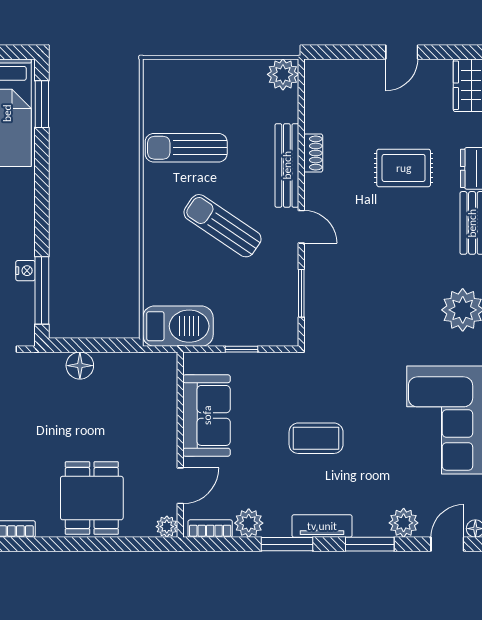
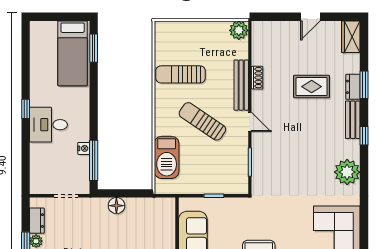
barbecue: (178, 326) -> (167, 157), moved, turned 90

